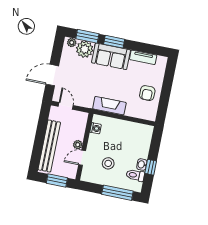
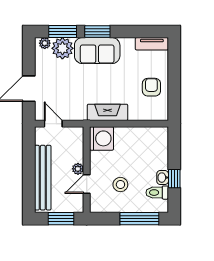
tv unit: (143, 57) -> (152, 44), moved
armchair: (147, 93) -> (151, 87), turned 180
washing machine: (96, 128) -> (101, 138), width x1.89, depth x1.89

